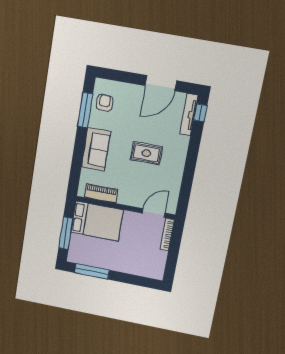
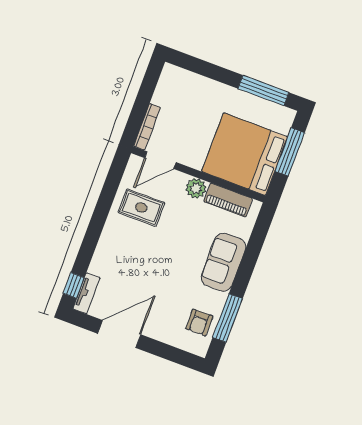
tv unit: (189, 115) -> (86, 293), width x0.71
rug: (146, 153) -> (141, 208), moved
plant: (125, 198) -> (196, 188), added
bed: (97, 221) -> (245, 154), width x1.36

